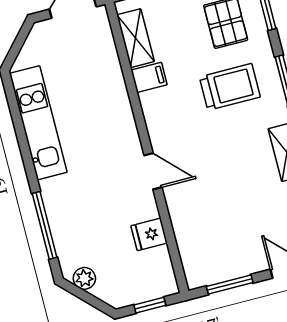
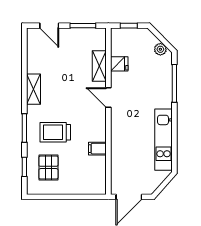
shelving: (136, 38) -> (99, 66), moved

